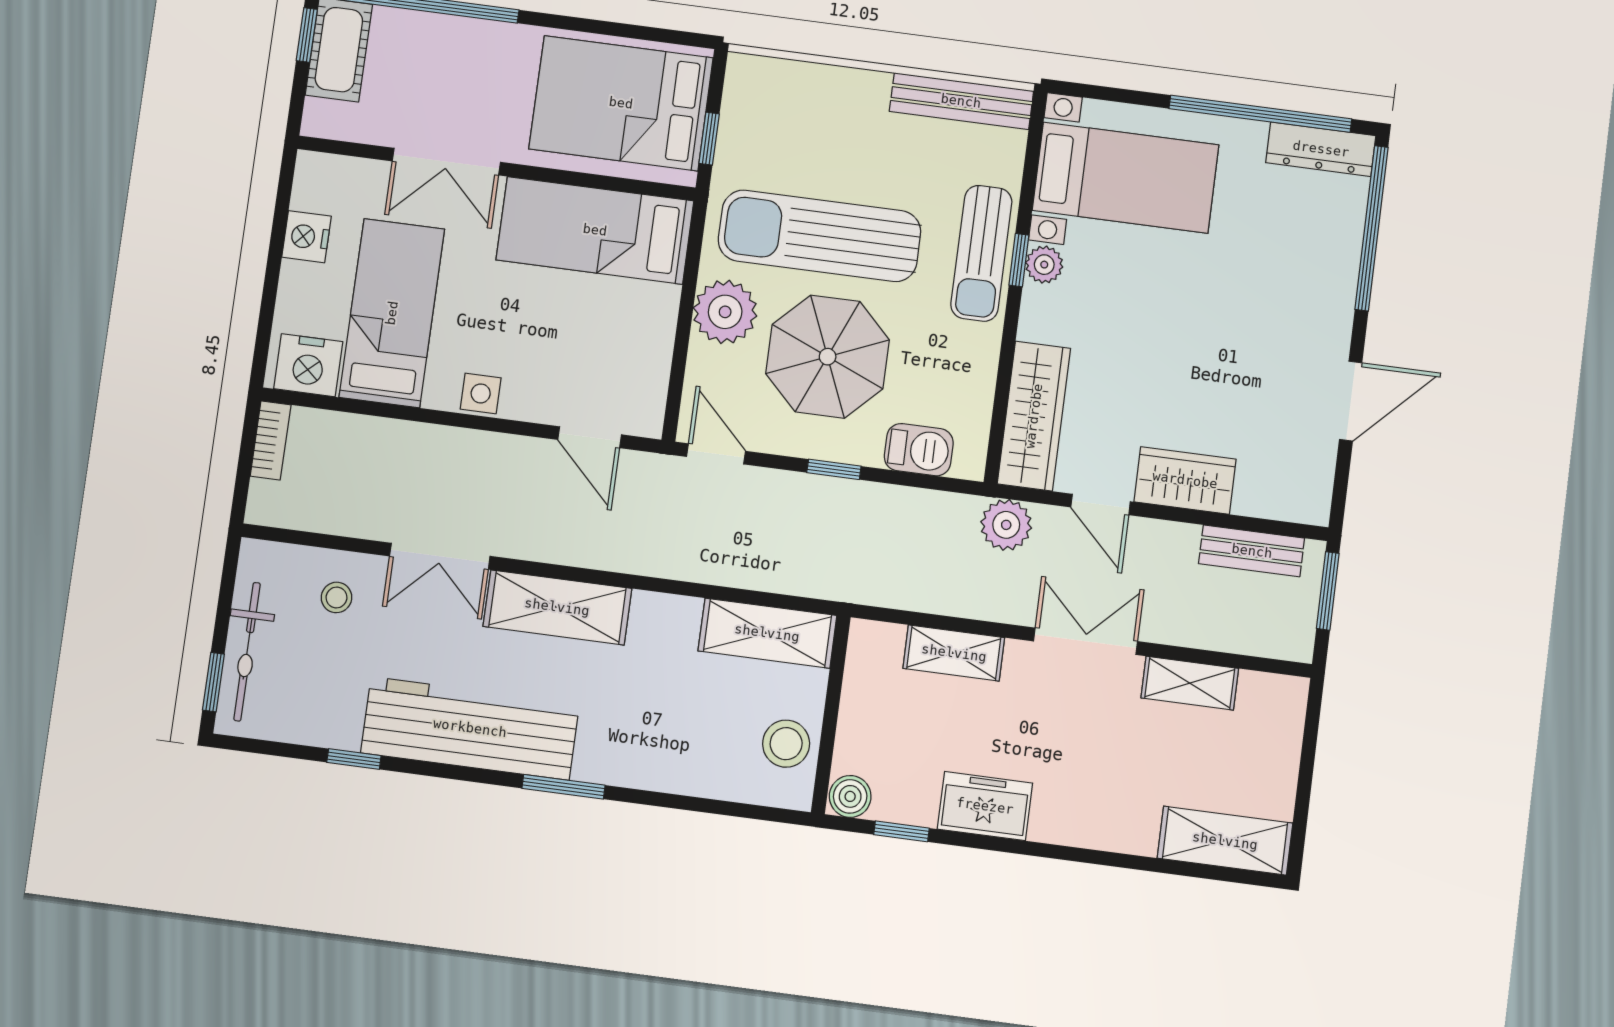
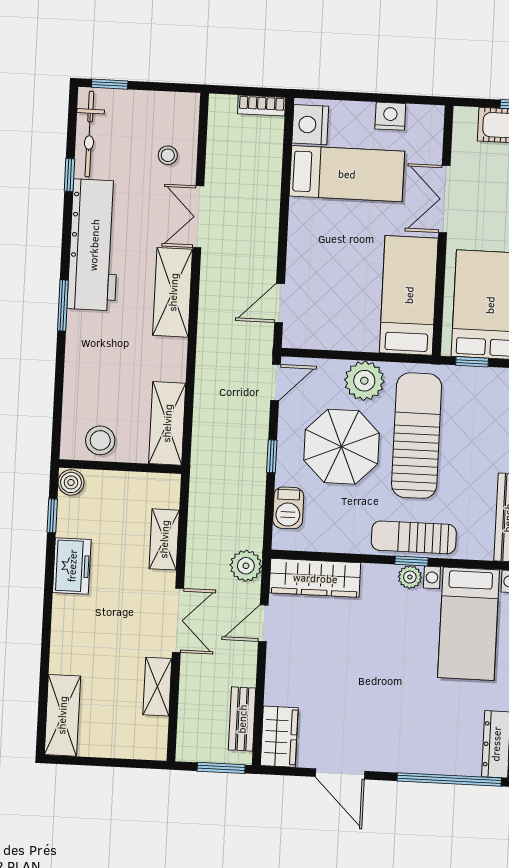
side table: (481, 393) -> (301, 233), removed
wardrobe: (1185, 480) -> (279, 737), moved
bicycle: (247, 652) -> (89, 134), moved, turned -90

